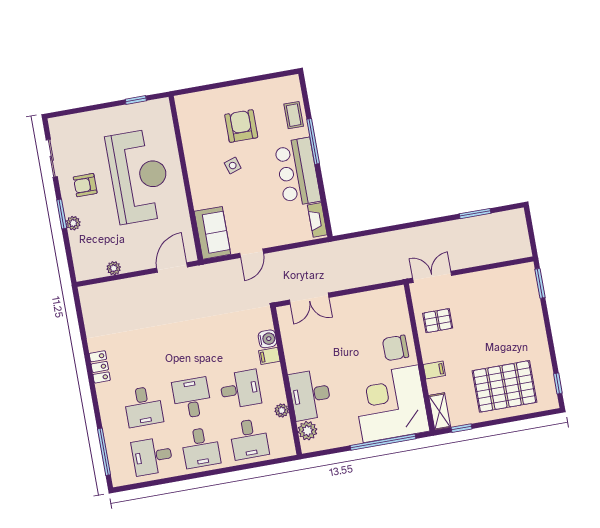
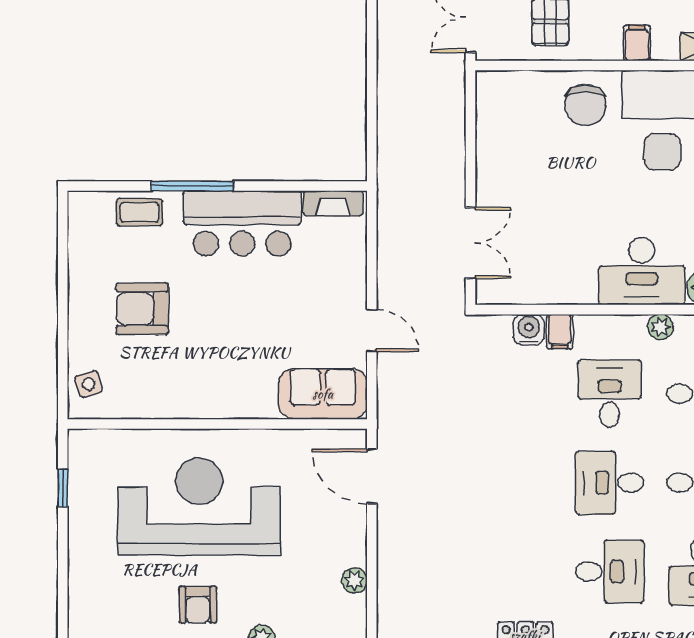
side table: (233, 166) -> (89, 384), moved

